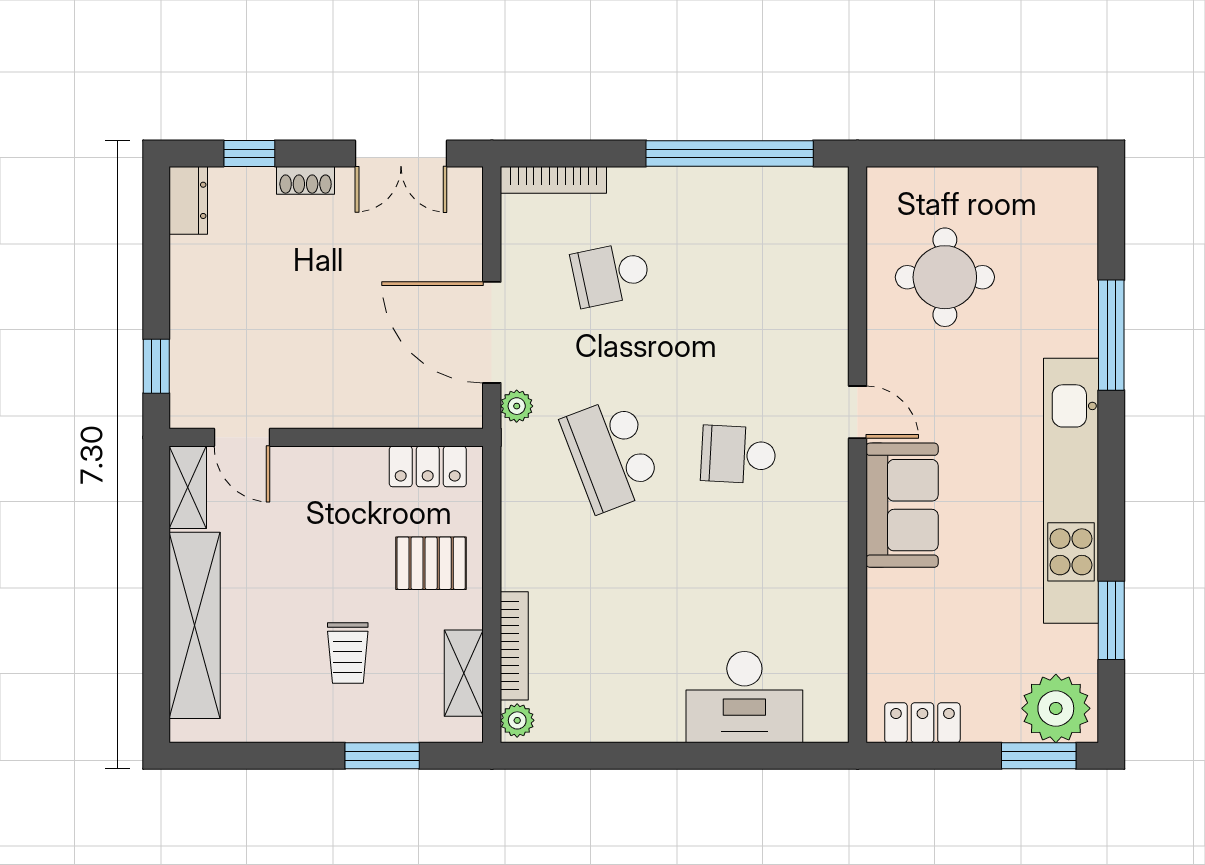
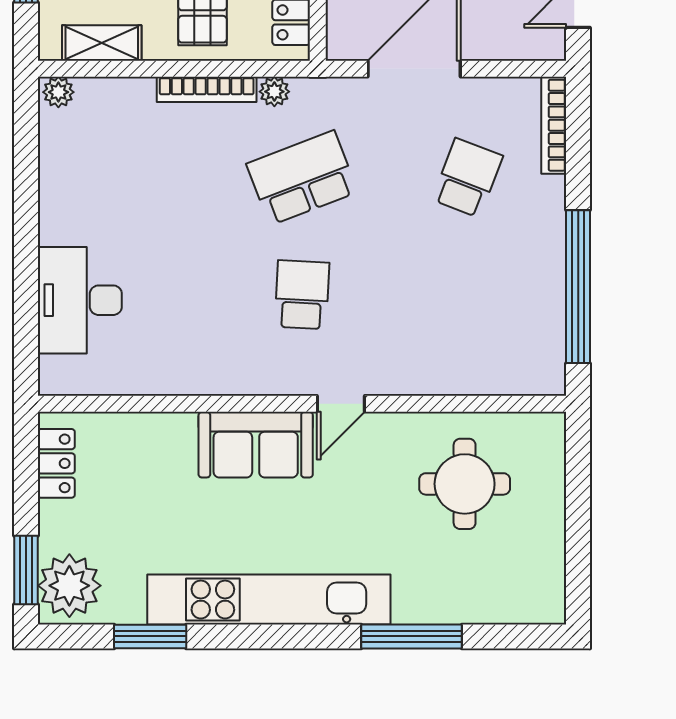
school desk: (611, 274) -> (467, 178), turned 33
plant: (517, 406) -> (274, 92), moved
bookcase: (514, 646) -> (207, 89), moved

